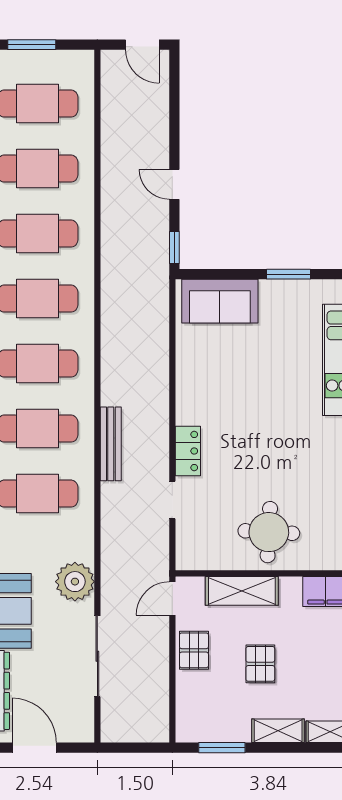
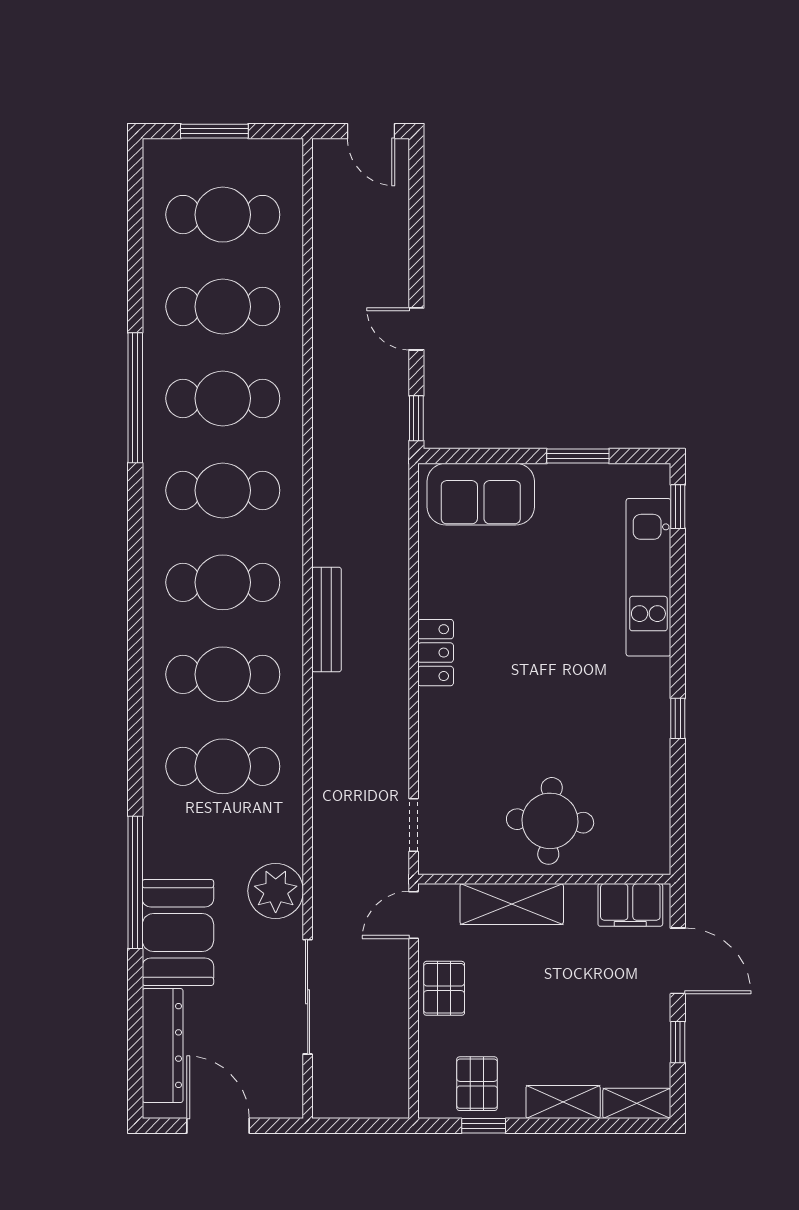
bench: (111, 444) -> (326, 619), moved
locker: (188, 451) -> (436, 653), moved
doorway: (172, 500) -> (414, 825), moved
pallet: (260, 664) -> (477, 1084), moved
window: (222, 748) -> (484, 1126), width x0.67

